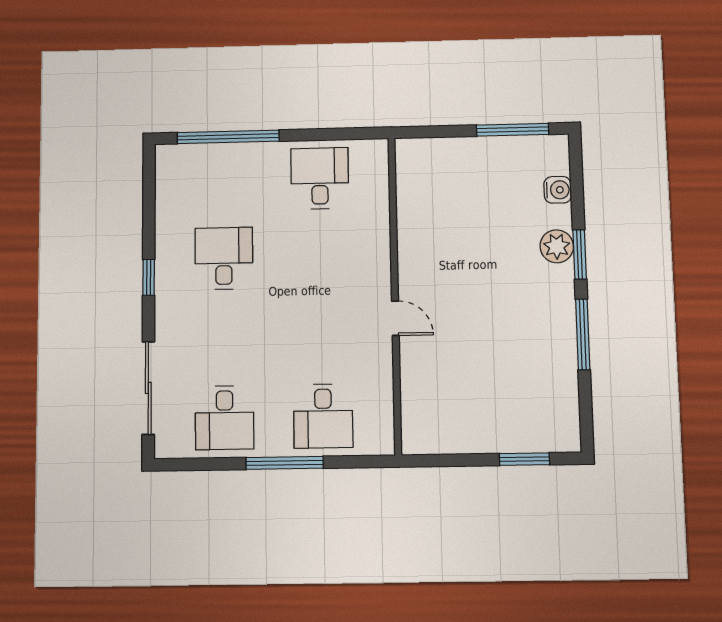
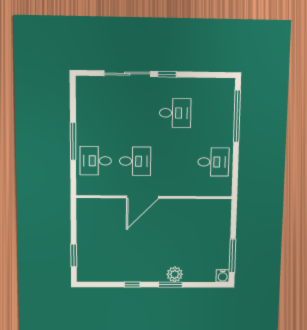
water cooler: (558, 190) -> (223, 276), moved
door: (395, 318) -> (142, 197), width x1.87
window: (583, 334) -> (132, 285), width x0.46
sliding door: (148, 388) -> (127, 74), moved
desk: (225, 418) -> (135, 161), moved, turned 180

